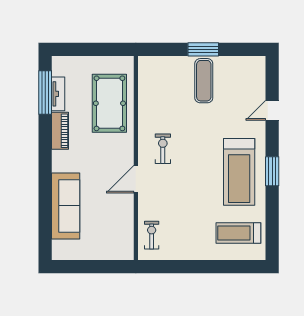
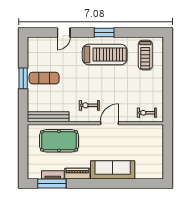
bench: (146, 87) -> (48, 117), added
door: (272, 110) -> (64, 32), hinge flipped
door: (136, 179) -> (109, 123), swing flipped
sofa: (66, 206) -> (113, 170), moved

